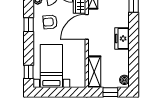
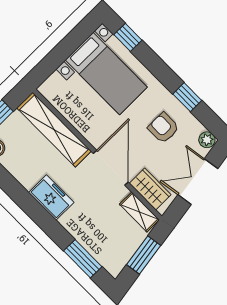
armchair: (50, 22) -> (163, 128), turned -85
shelving: (94, 72) -> (54, 130), width x1.47

